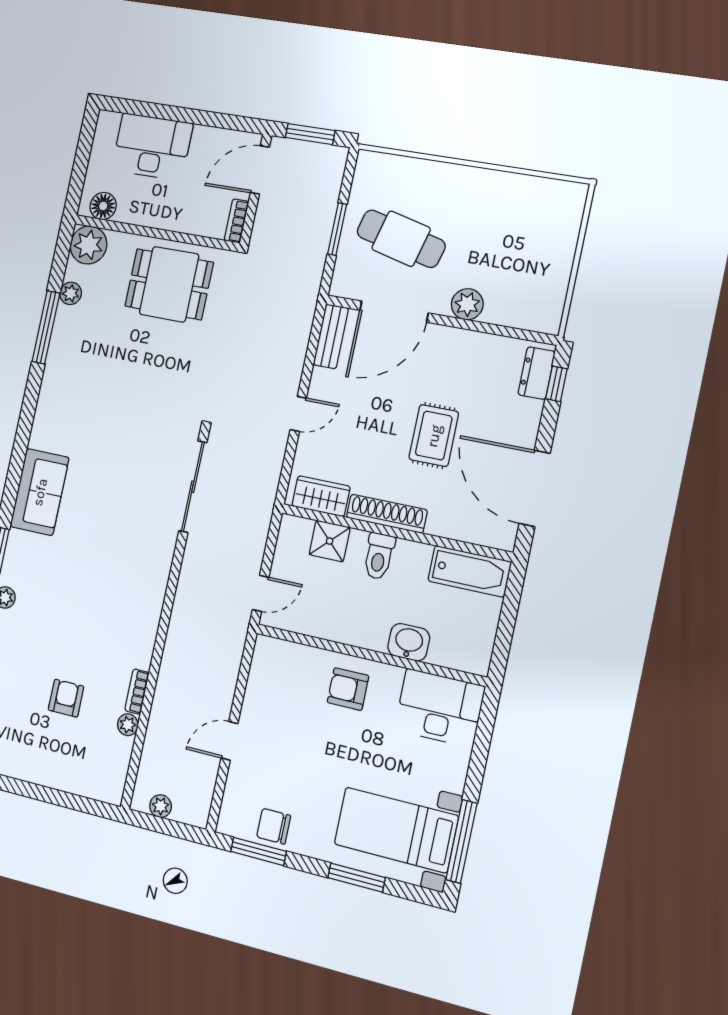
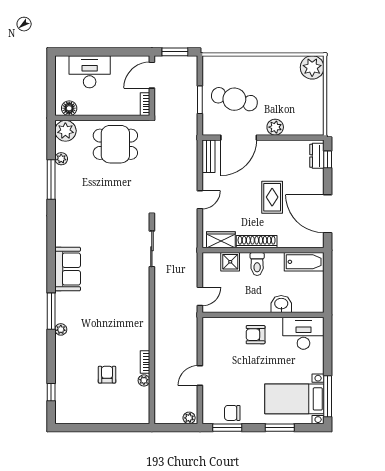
plant: (562, 203) -> (312, 67), added
sliding door: (193, 487) -> (152, 249), width x0.73
plant: (161, 806) -> (189, 418), moved

